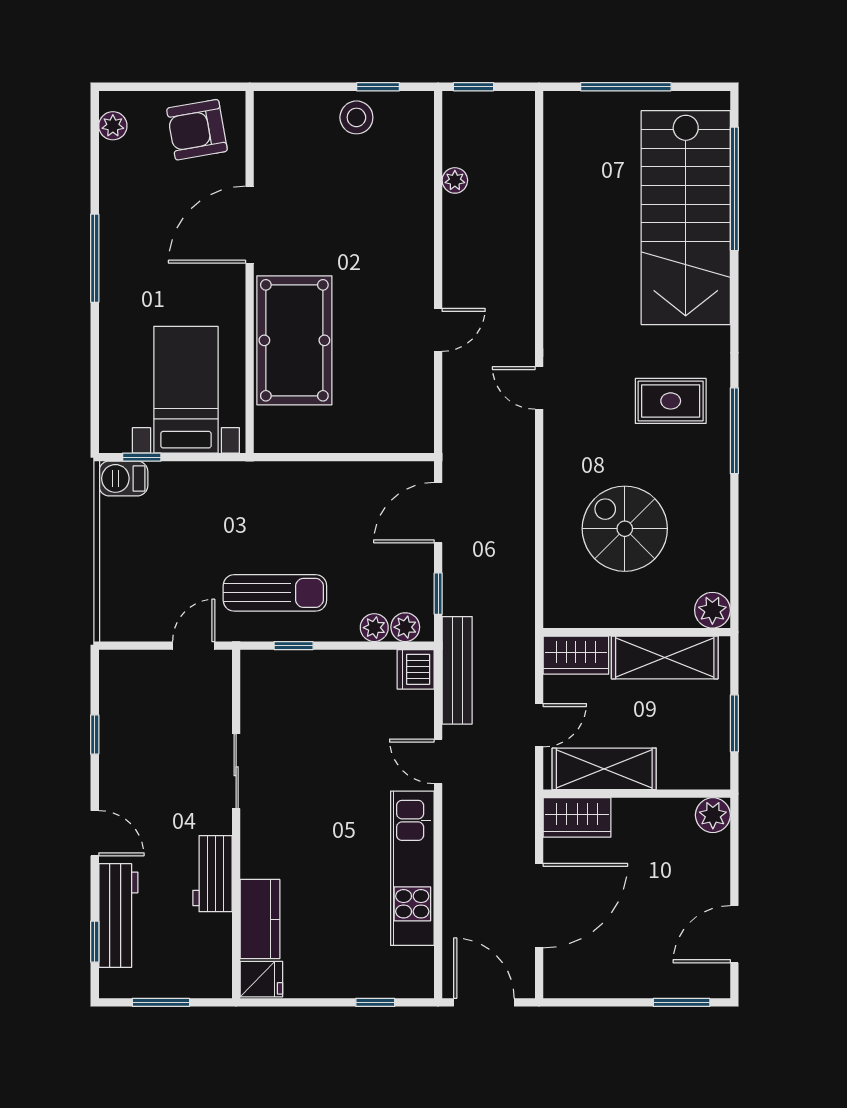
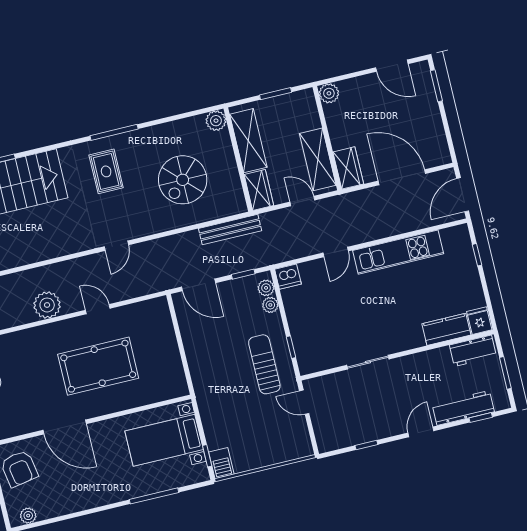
plant: (455, 180) -> (47, 305), moved, width x1.88, depth x1.88
window: (95, 258) -> (154, 496), moved
pool table: (294, 340) -> (98, 366), moved
bench: (457, 670) -> (230, 230), moved
workbench: (212, 874) -> (473, 351), moved

